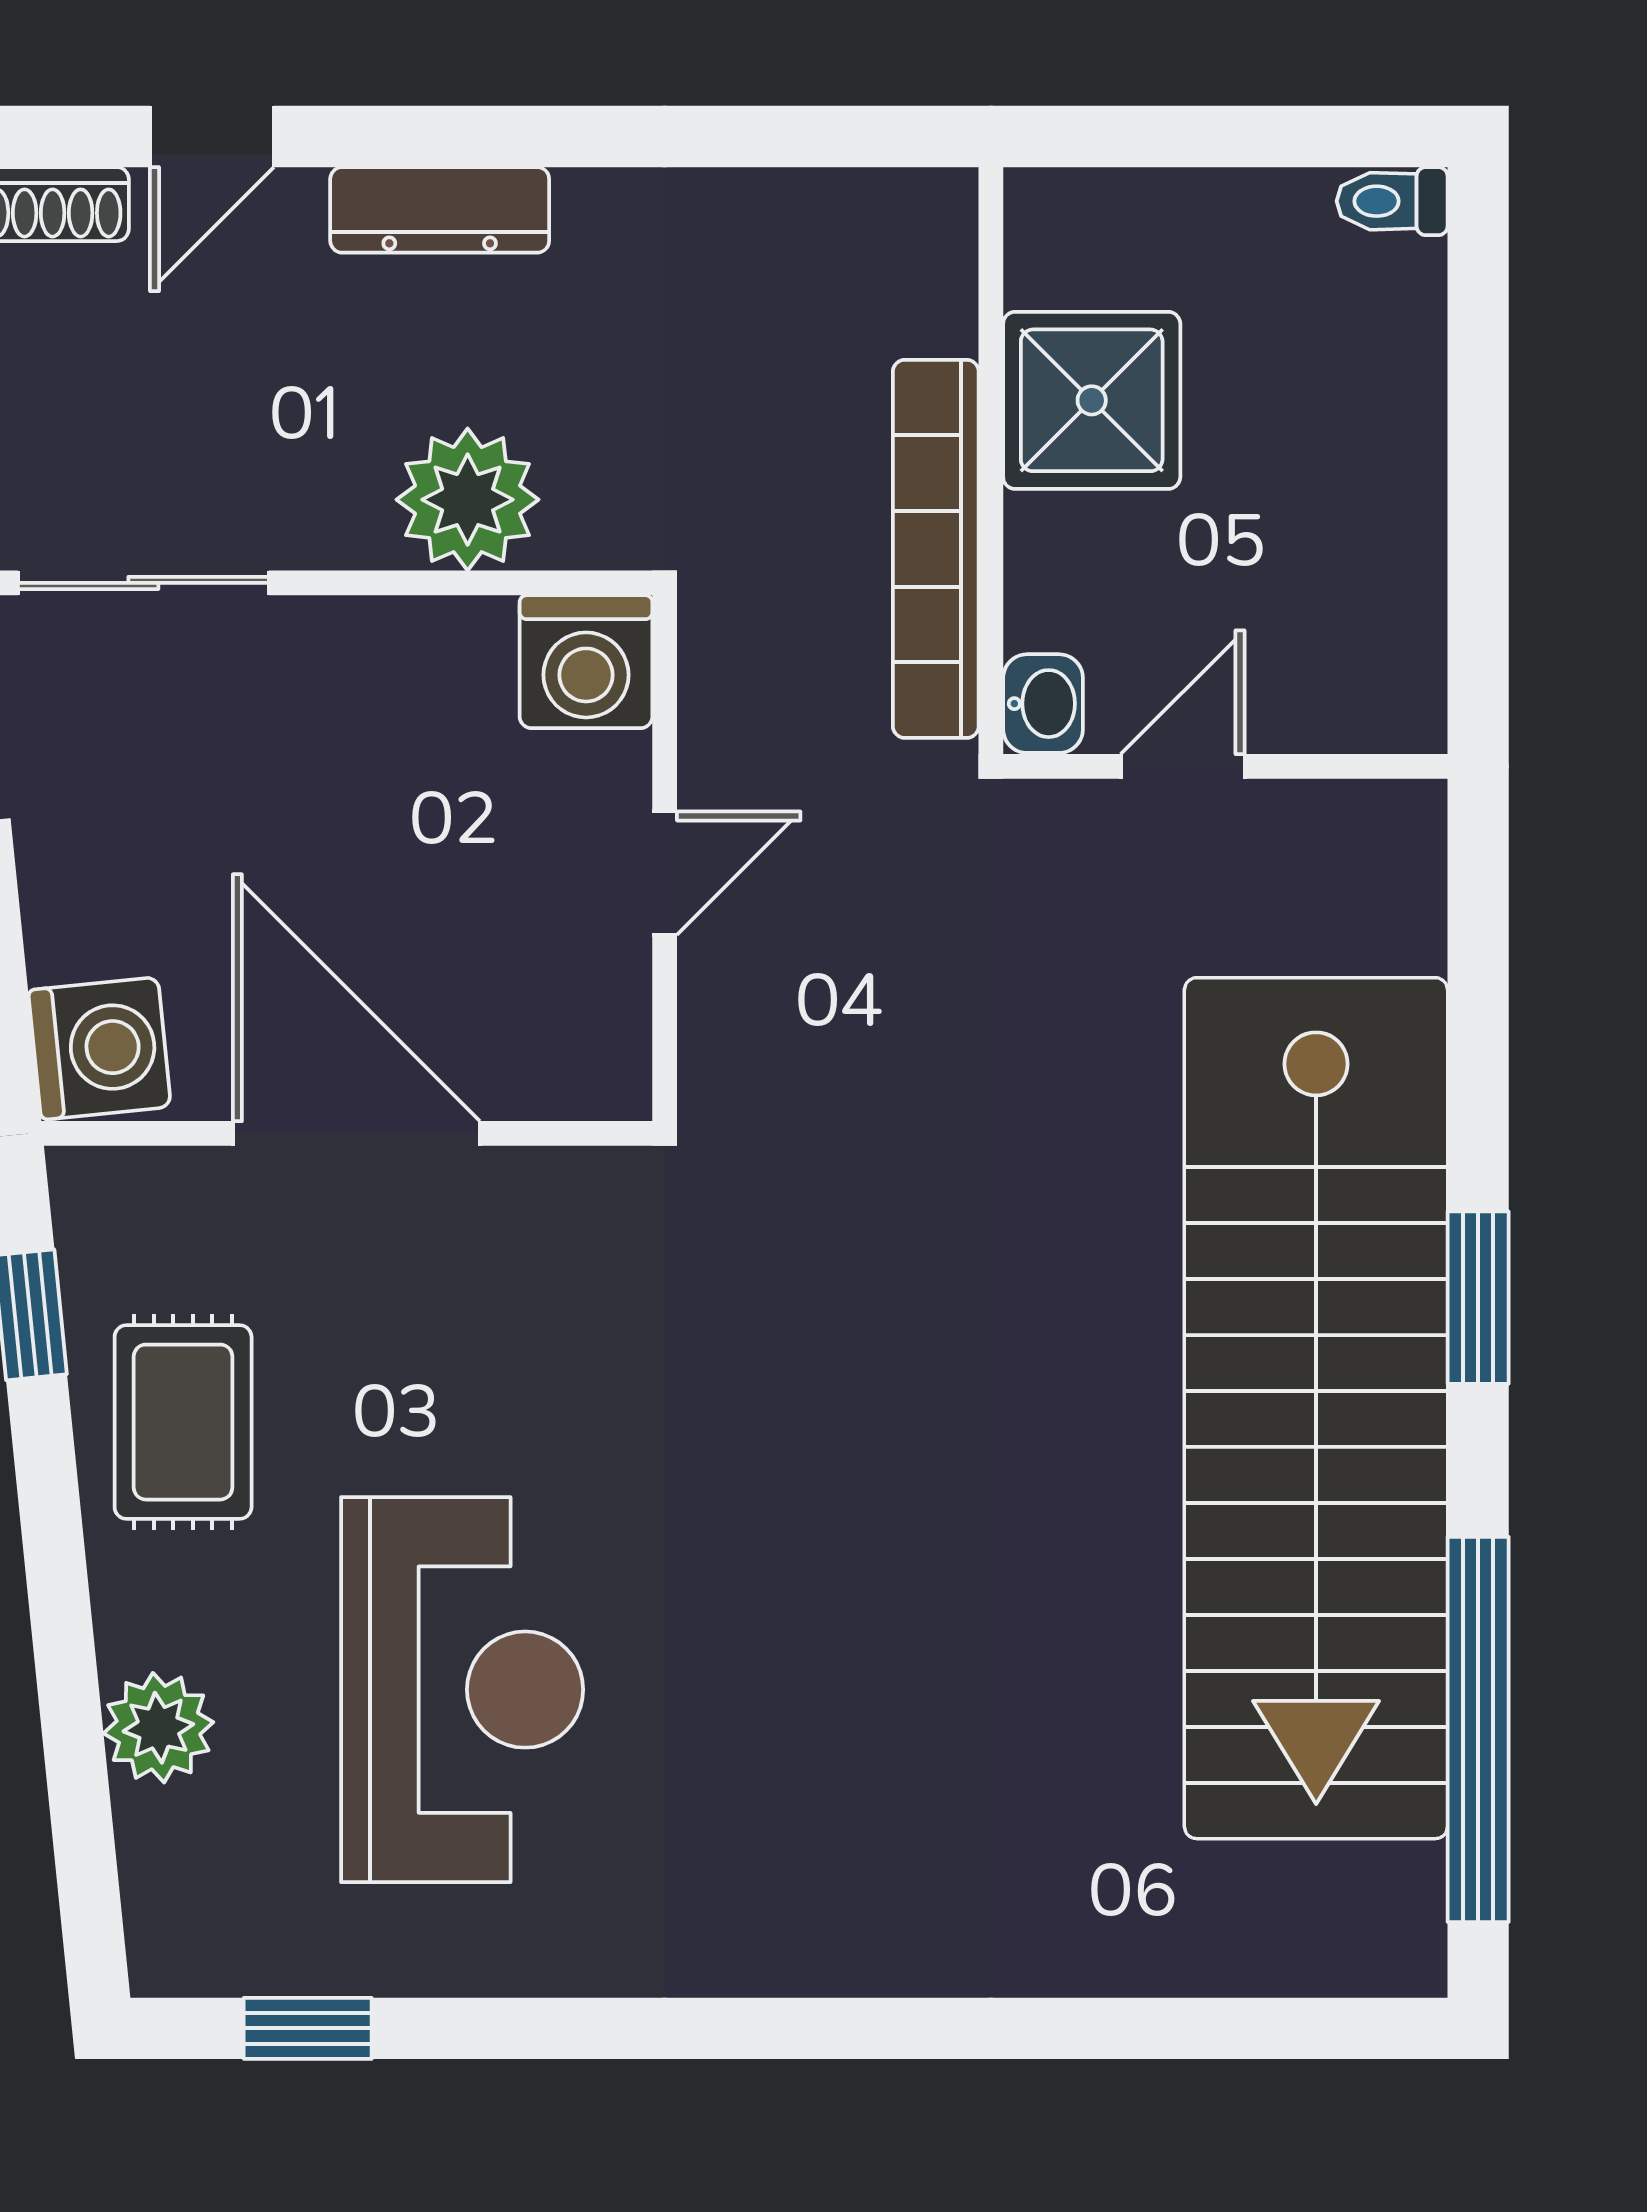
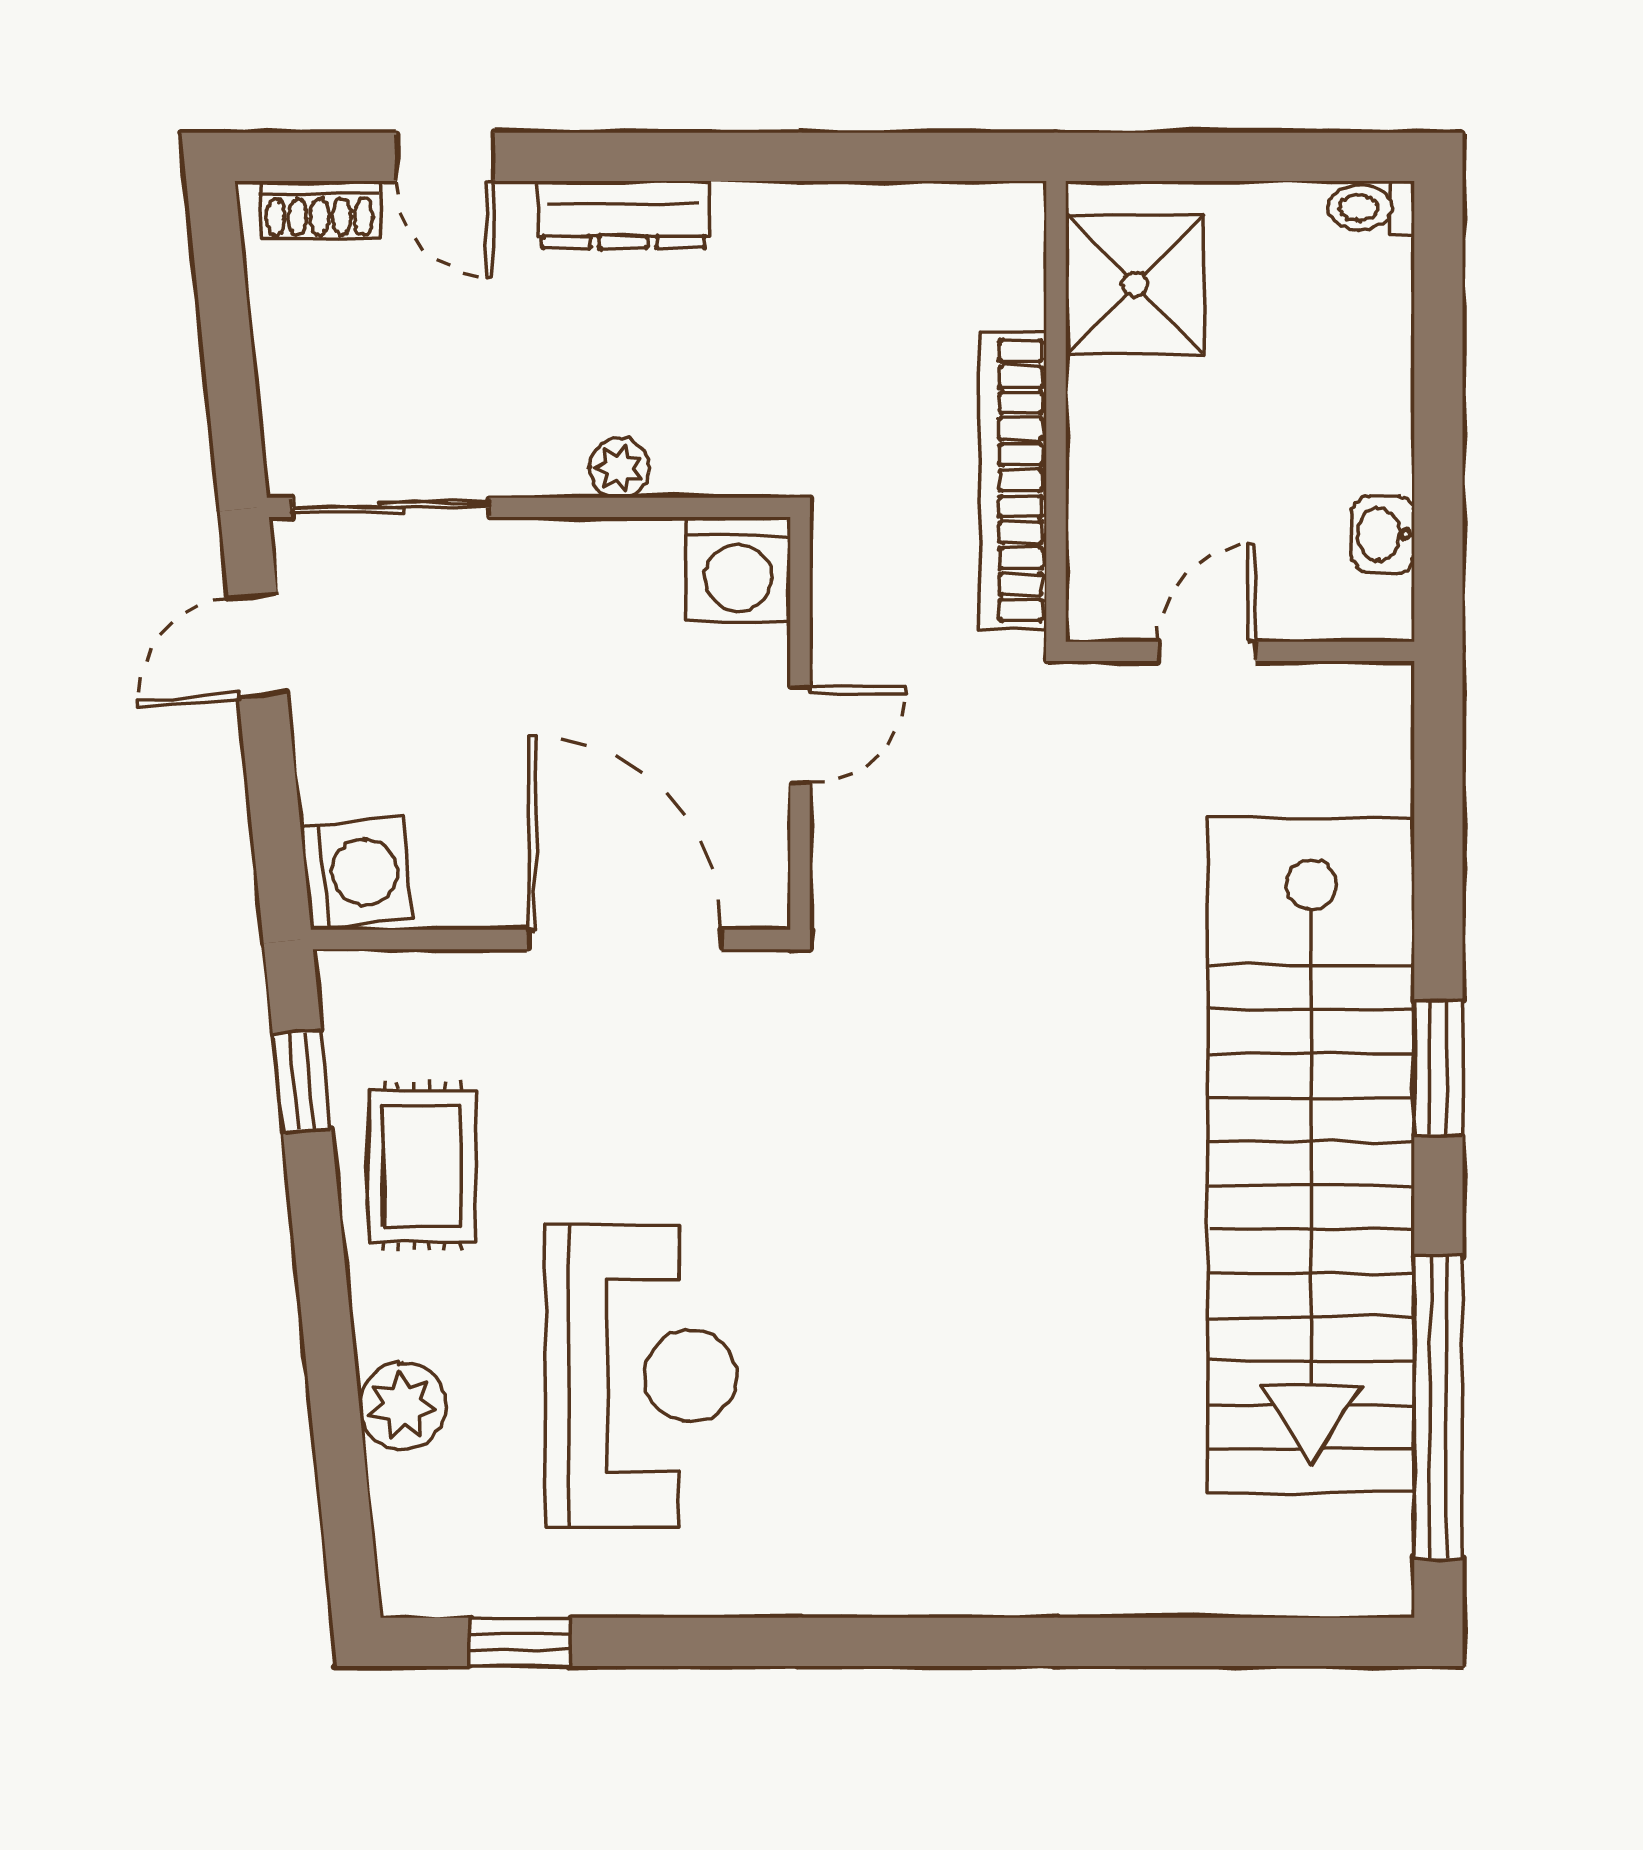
door: (212, 137) -> (445, 157), hinge flipped
shower: (1092, 400) -> (1135, 284), moved
plant: (468, 500) -> (619, 468), width x0.53, depth x0.53
washbasin: (1043, 704) -> (1383, 534), moved, turned 180
door: (356, 1133) -> (625, 939), moved

